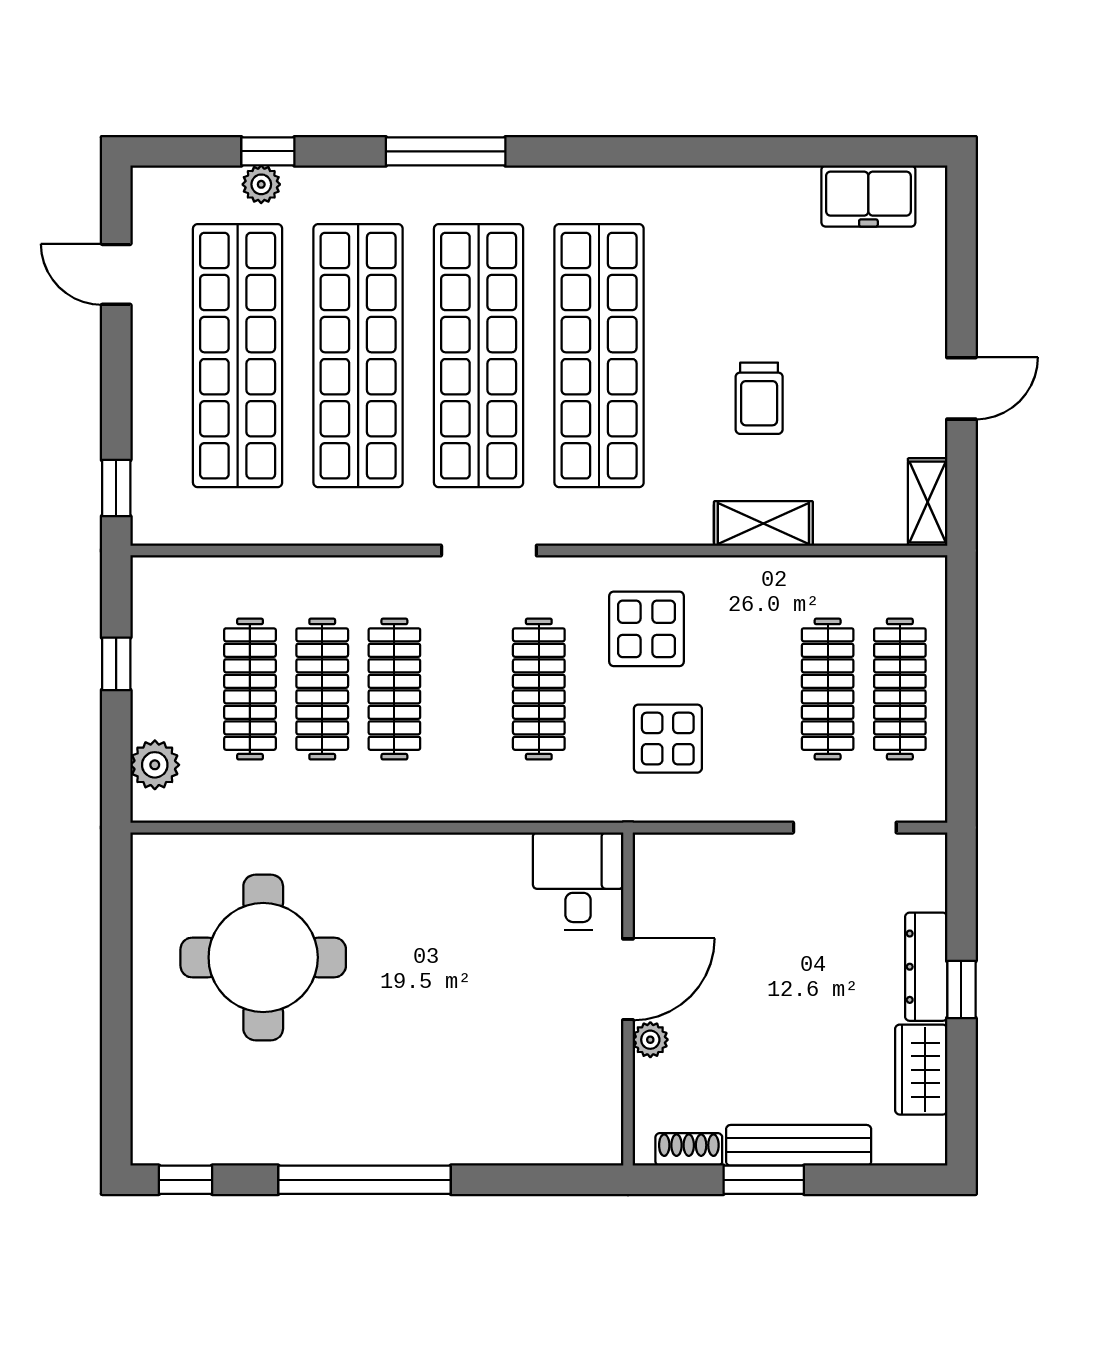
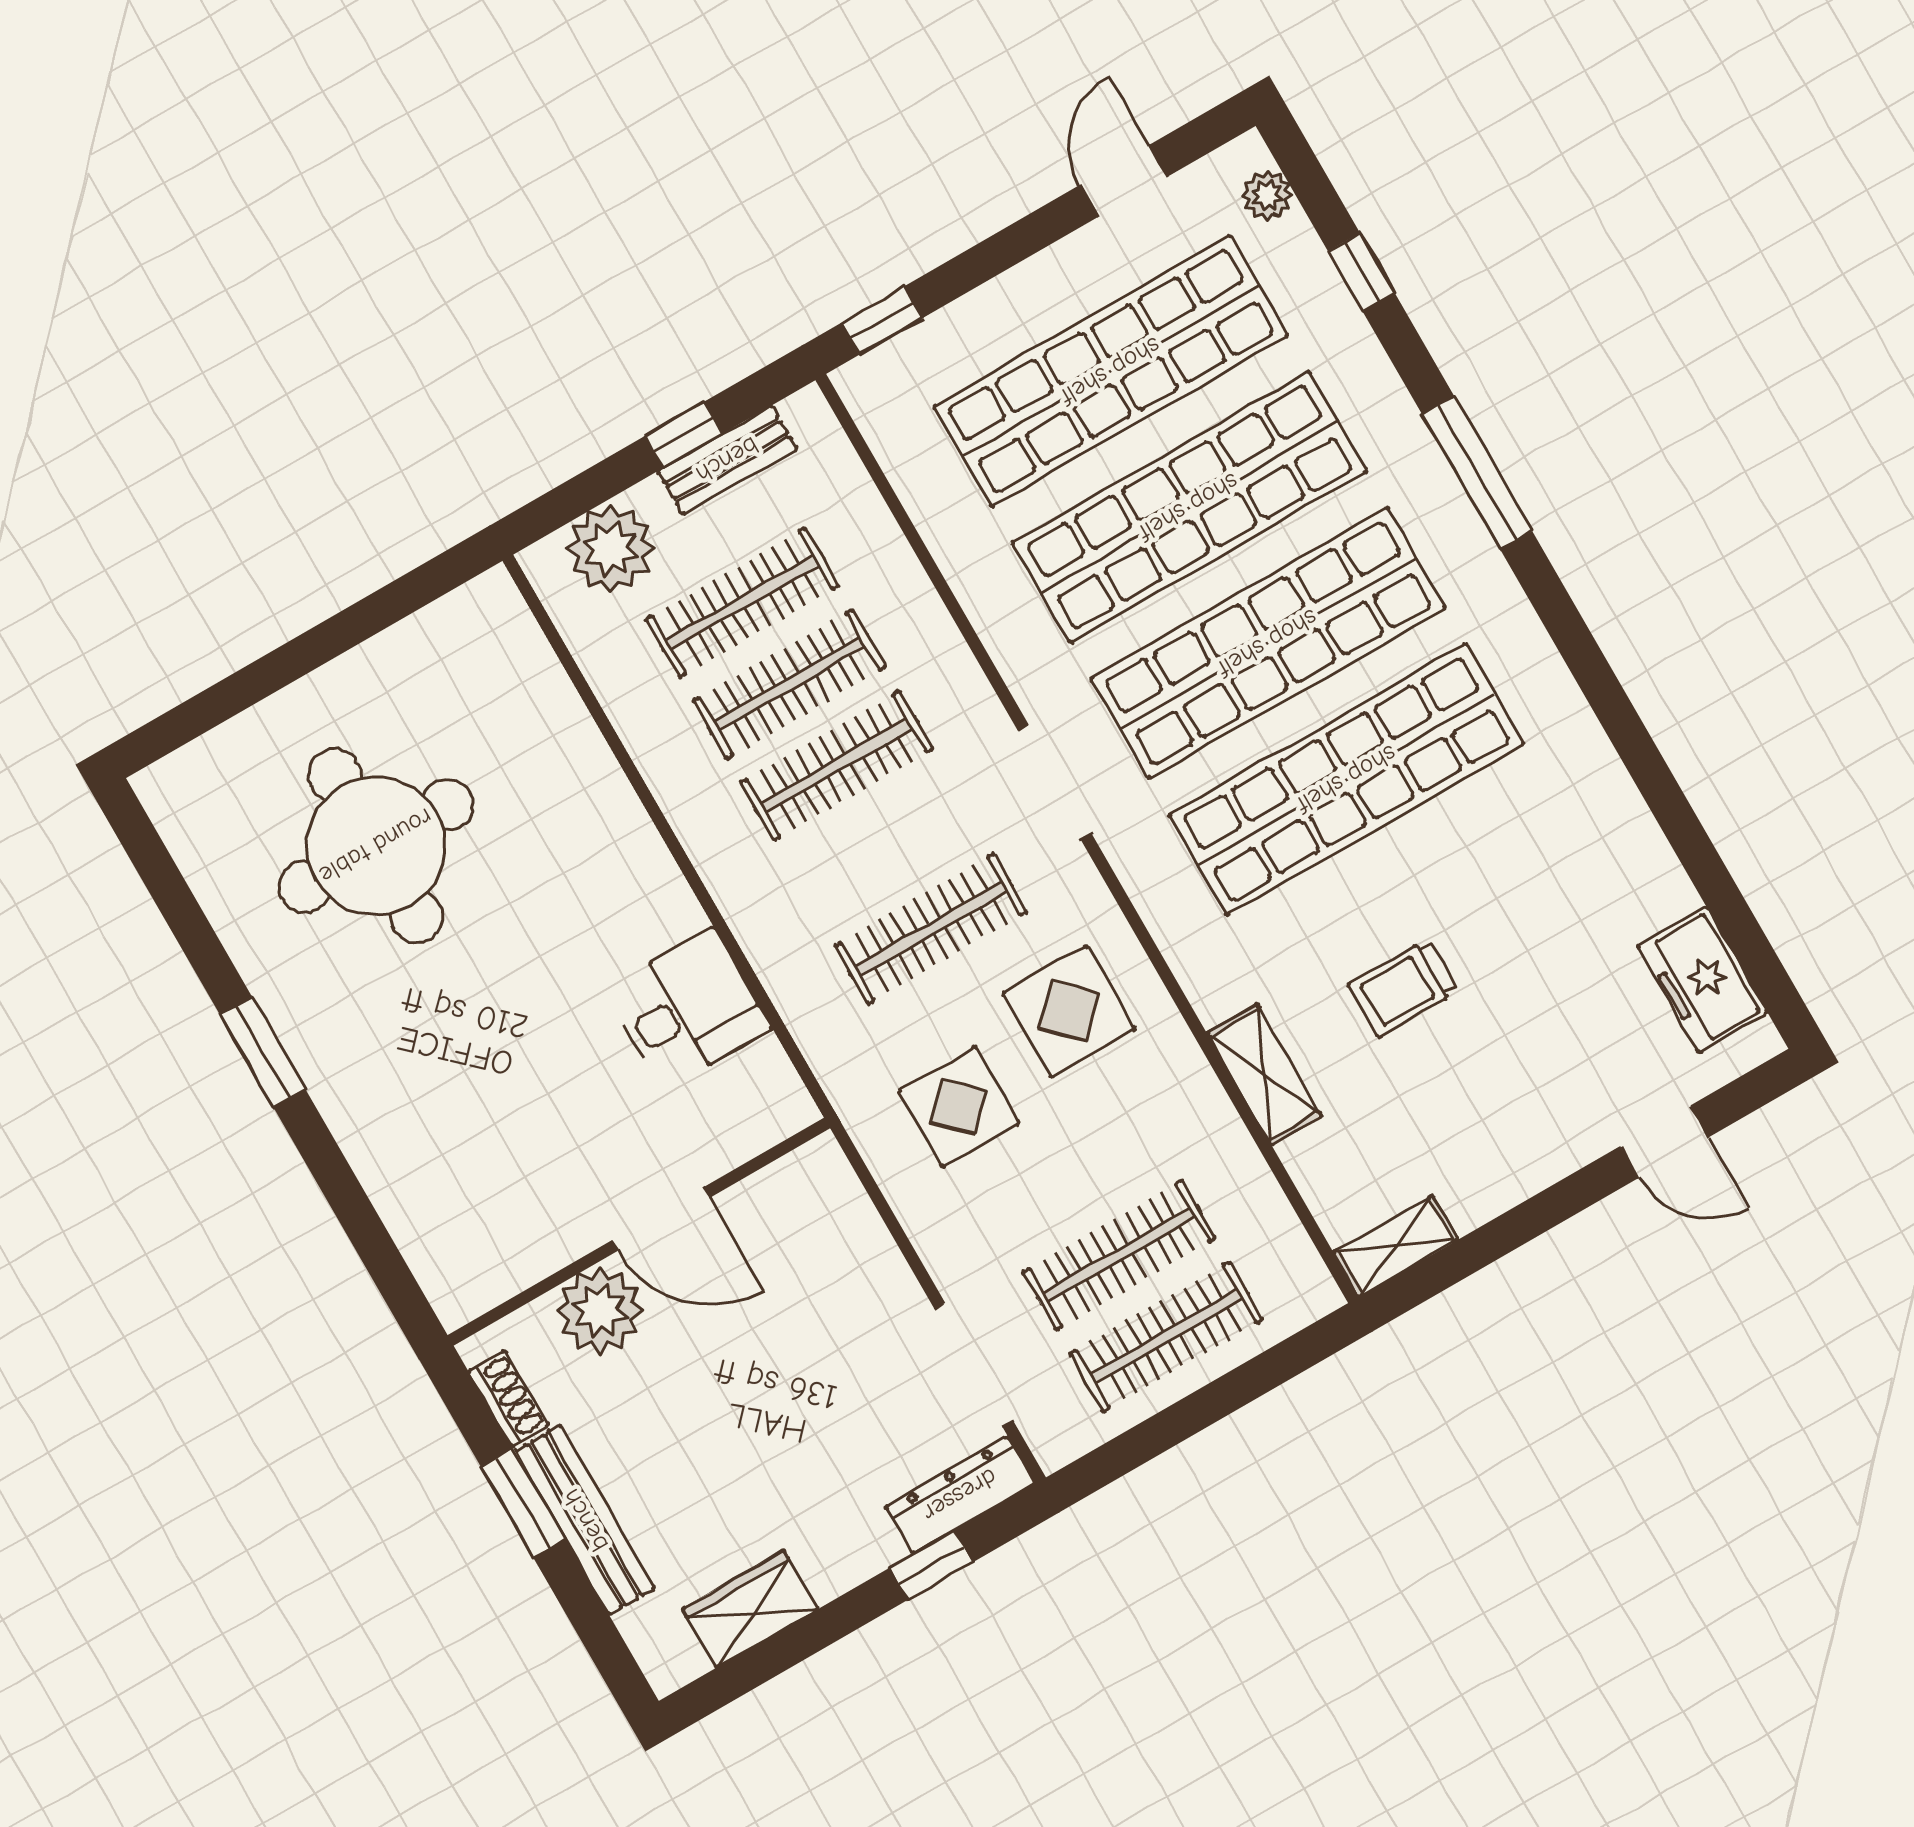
plant: (261, 184) -> (1267, 195), moved
door: (961, 388) -> (1665, 1142), moved
bench: (150, 644) -> (727, 460), added
plant: (155, 765) -> (610, 549), width x1.36, depth x1.36
desk: (578, 881) -> (688, 1009), moved
round table: (263, 957) -> (376, 846), moved
dresser: (926, 967) -> (960, 1495), moved
window: (961, 989) -> (931, 1565), moved
plant: (650, 1040) -> (600, 1311), width x1.87, depth x1.87
window: (185, 1180) -> (146, 850), removed
window: (365, 1180) -> (263, 1052), width x0.47

